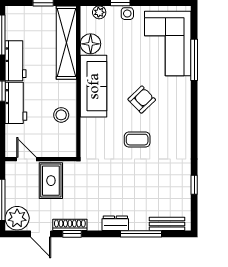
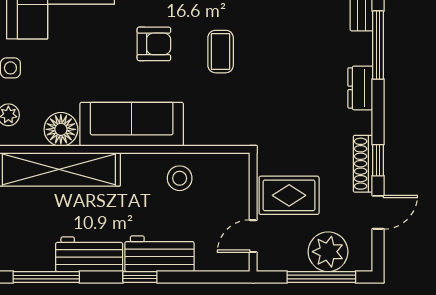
armchair: (142, 100) -> (154, 44), turned 134
plant: (17, 218) -> (328, 252), moved

